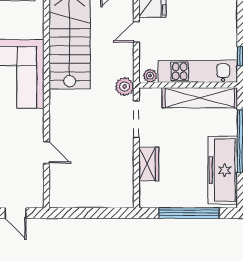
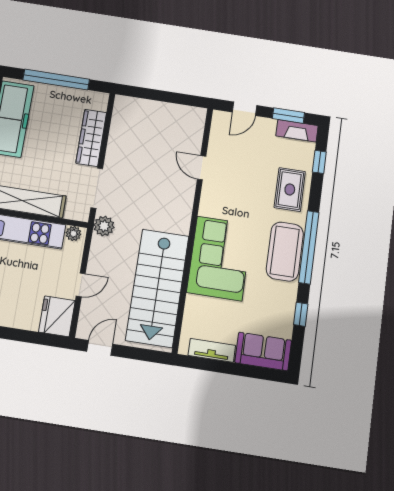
wardrobe: (149, 164) -> (91, 138), width x1.50
door: (16, 213) -> (245, 109), swing flipped

